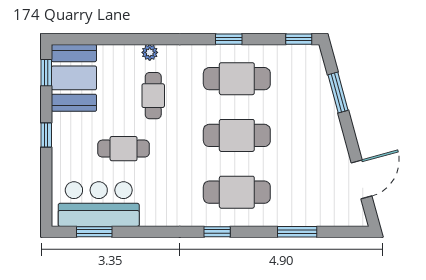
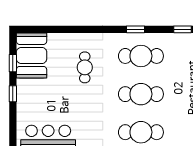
plant: (150, 52) -> (82, 38), removed
window: (46, 73) -> (13, 63), moved
cafe table: (124, 149) -> (65, 103), removed

